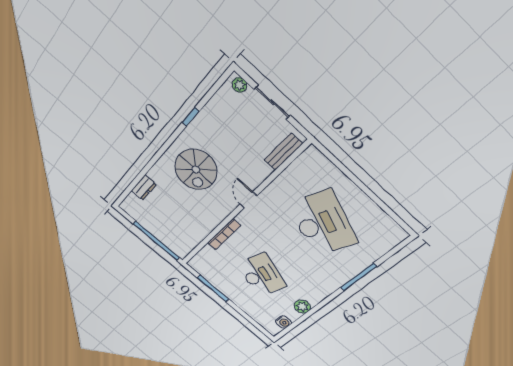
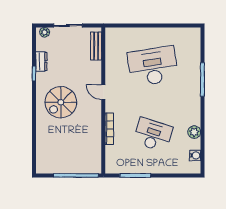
spiral stairs: (196, 169) -> (61, 102), turned 90
dresser: (144, 188) -> (41, 62), moved
desk: (323, 223) -> (153, 66), turned -30

